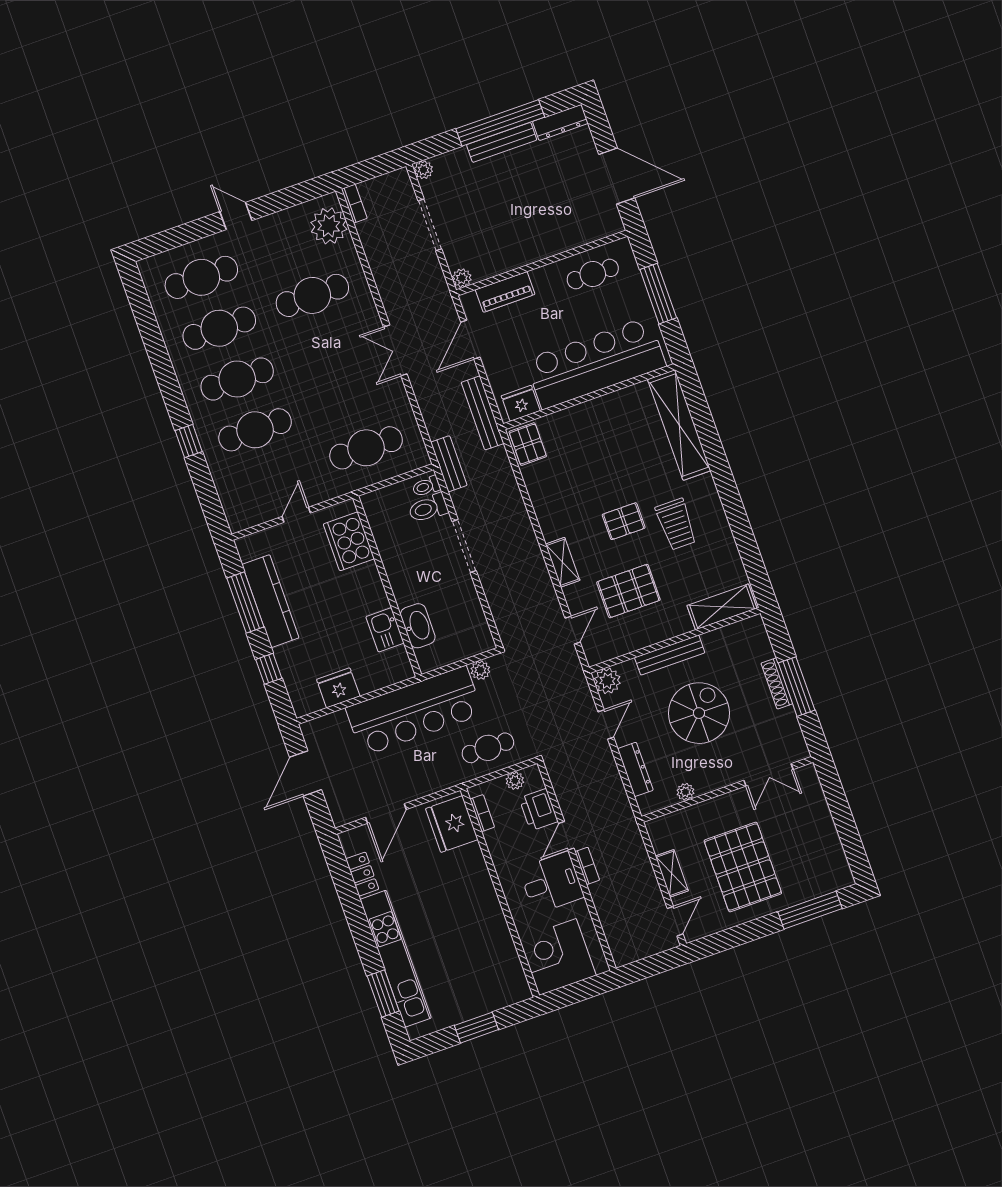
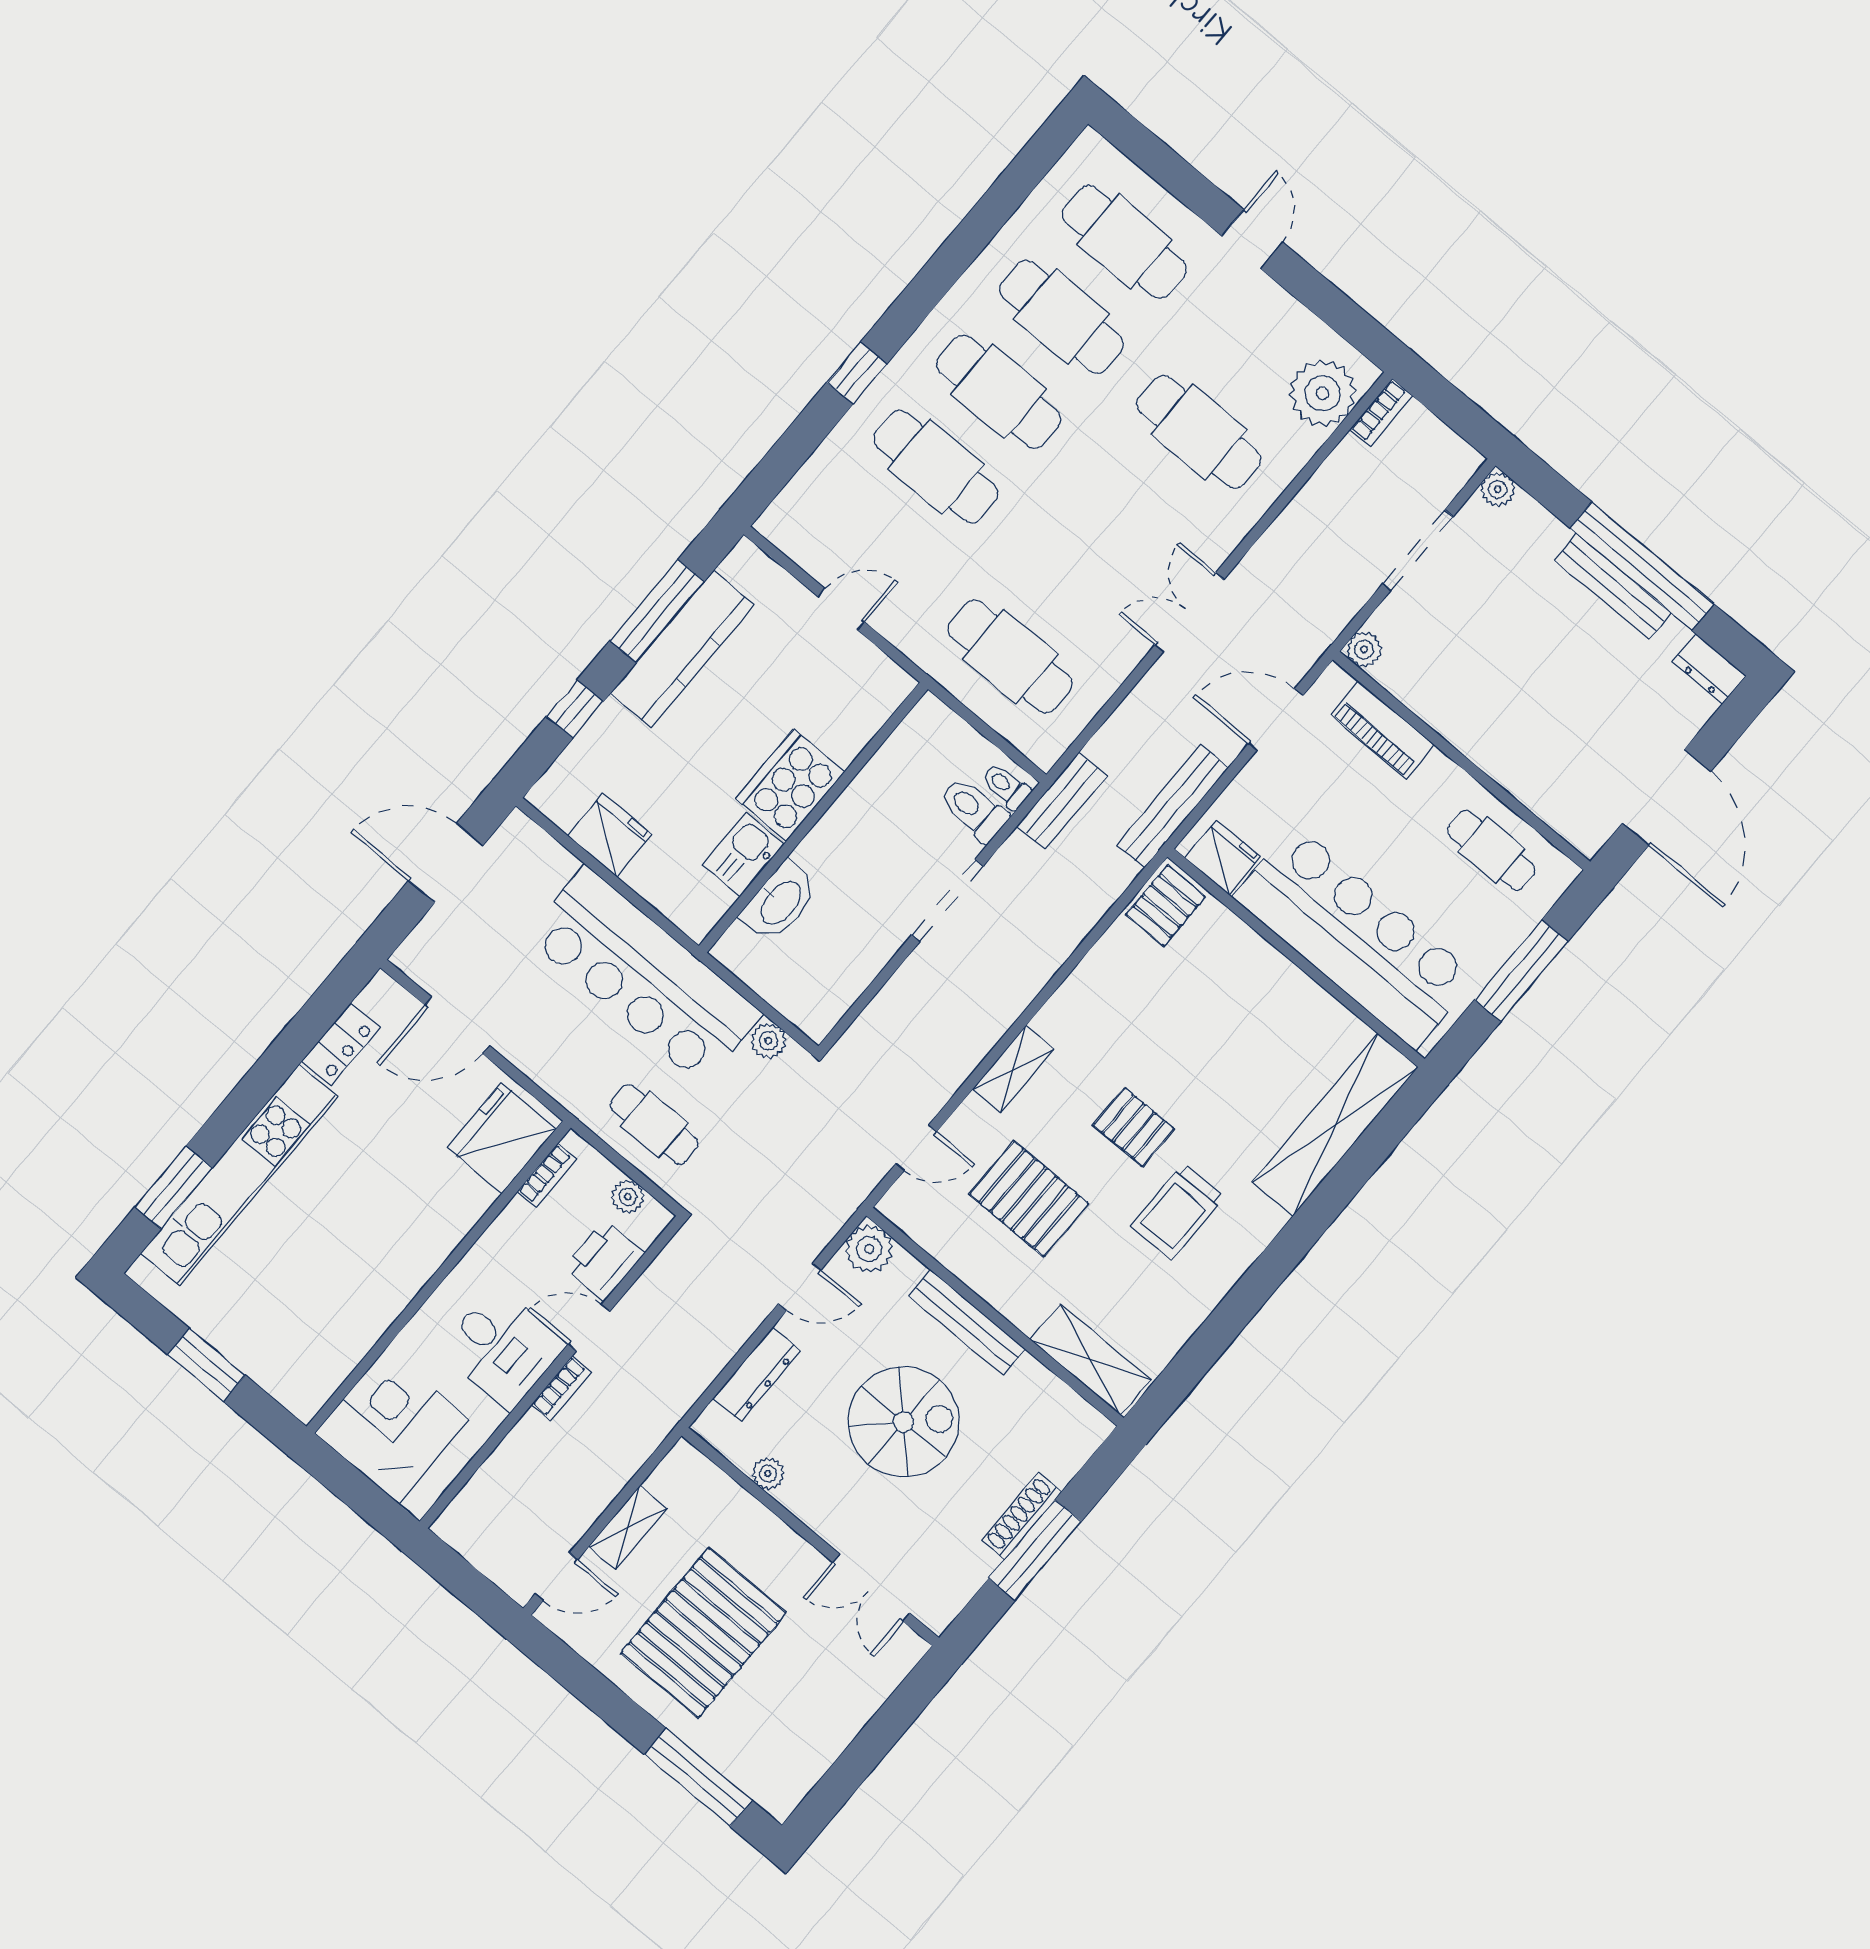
dresser: (560, 122) -> (1709, 669), width x0.70
cooker: (349, 541) -> (790, 785), moved

